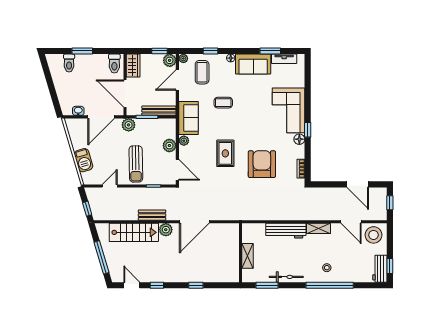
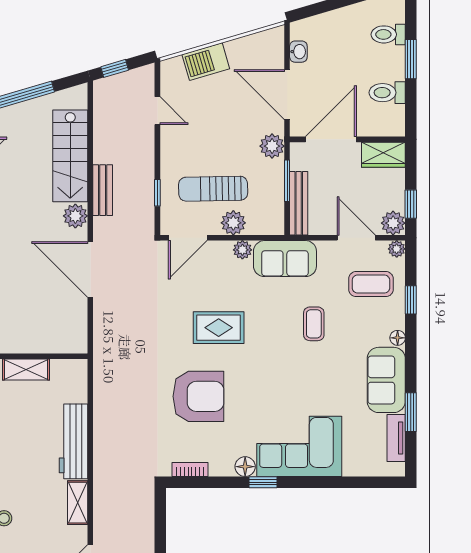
toilet: (114, 64) -> (387, 93), moved
sun lounger: (136, 164) -> (213, 189), moved

